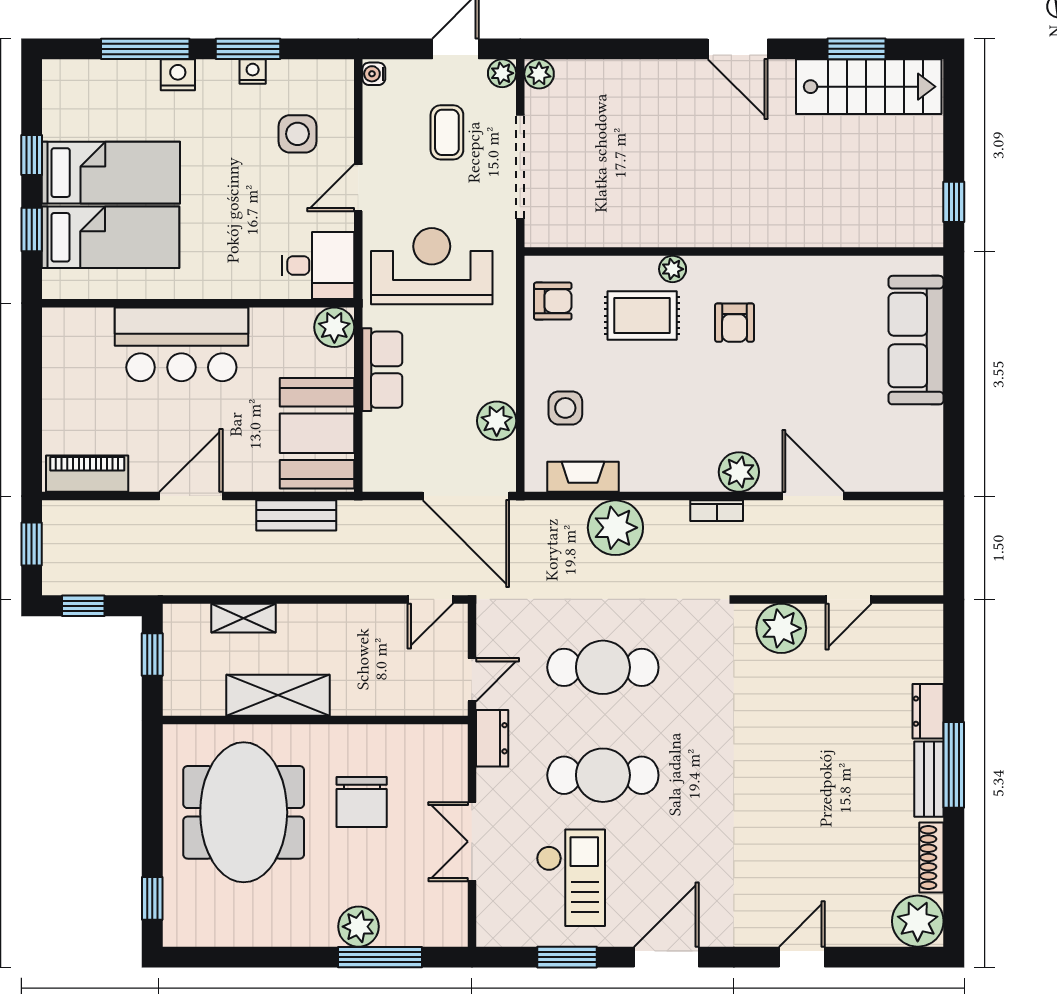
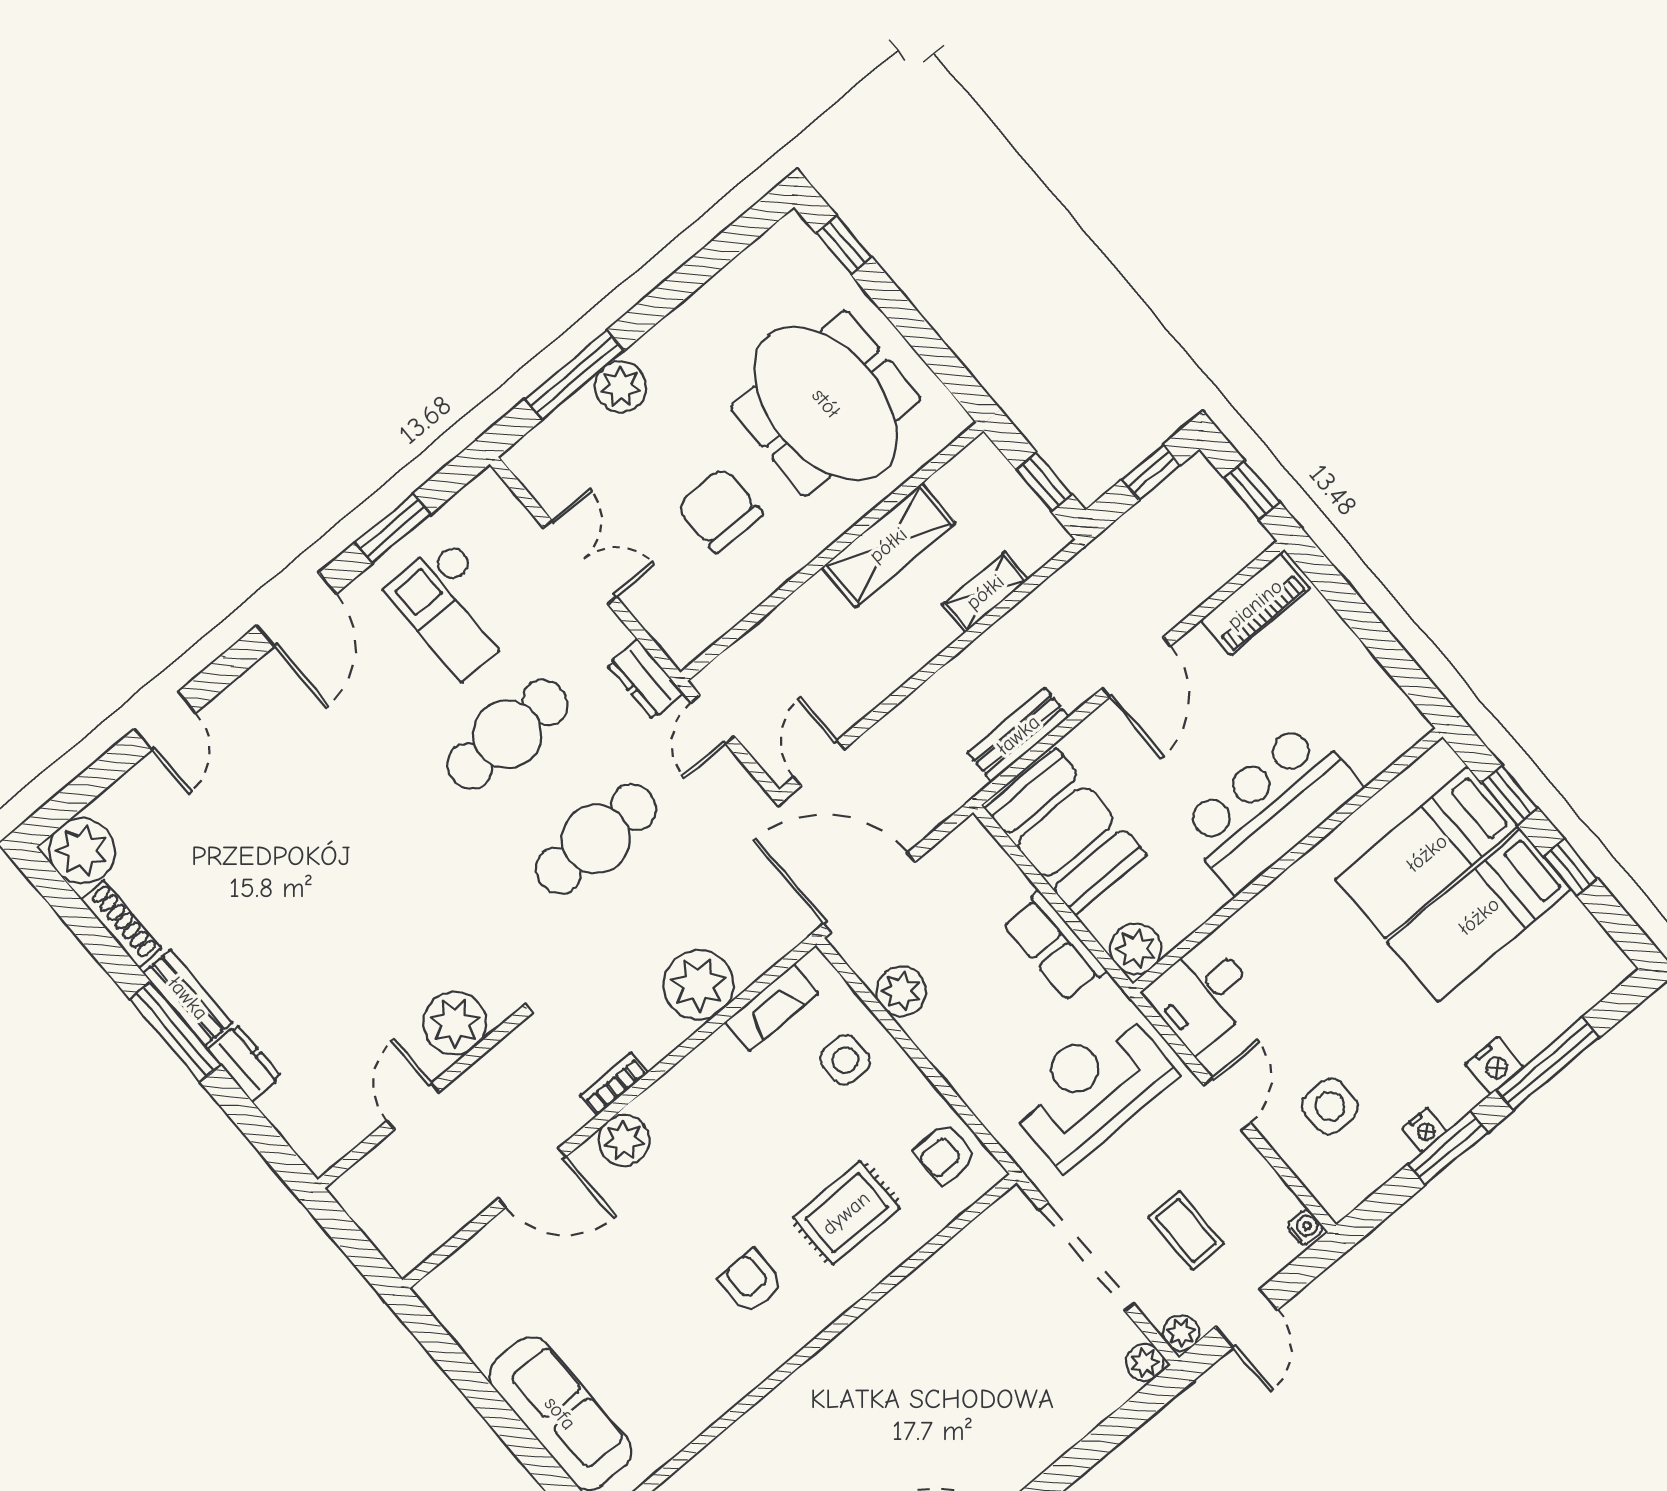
reception desk: (432, 266) -> (1091, 1088), turned 180
plant: (673, 269) -> (855, 1283), removed

